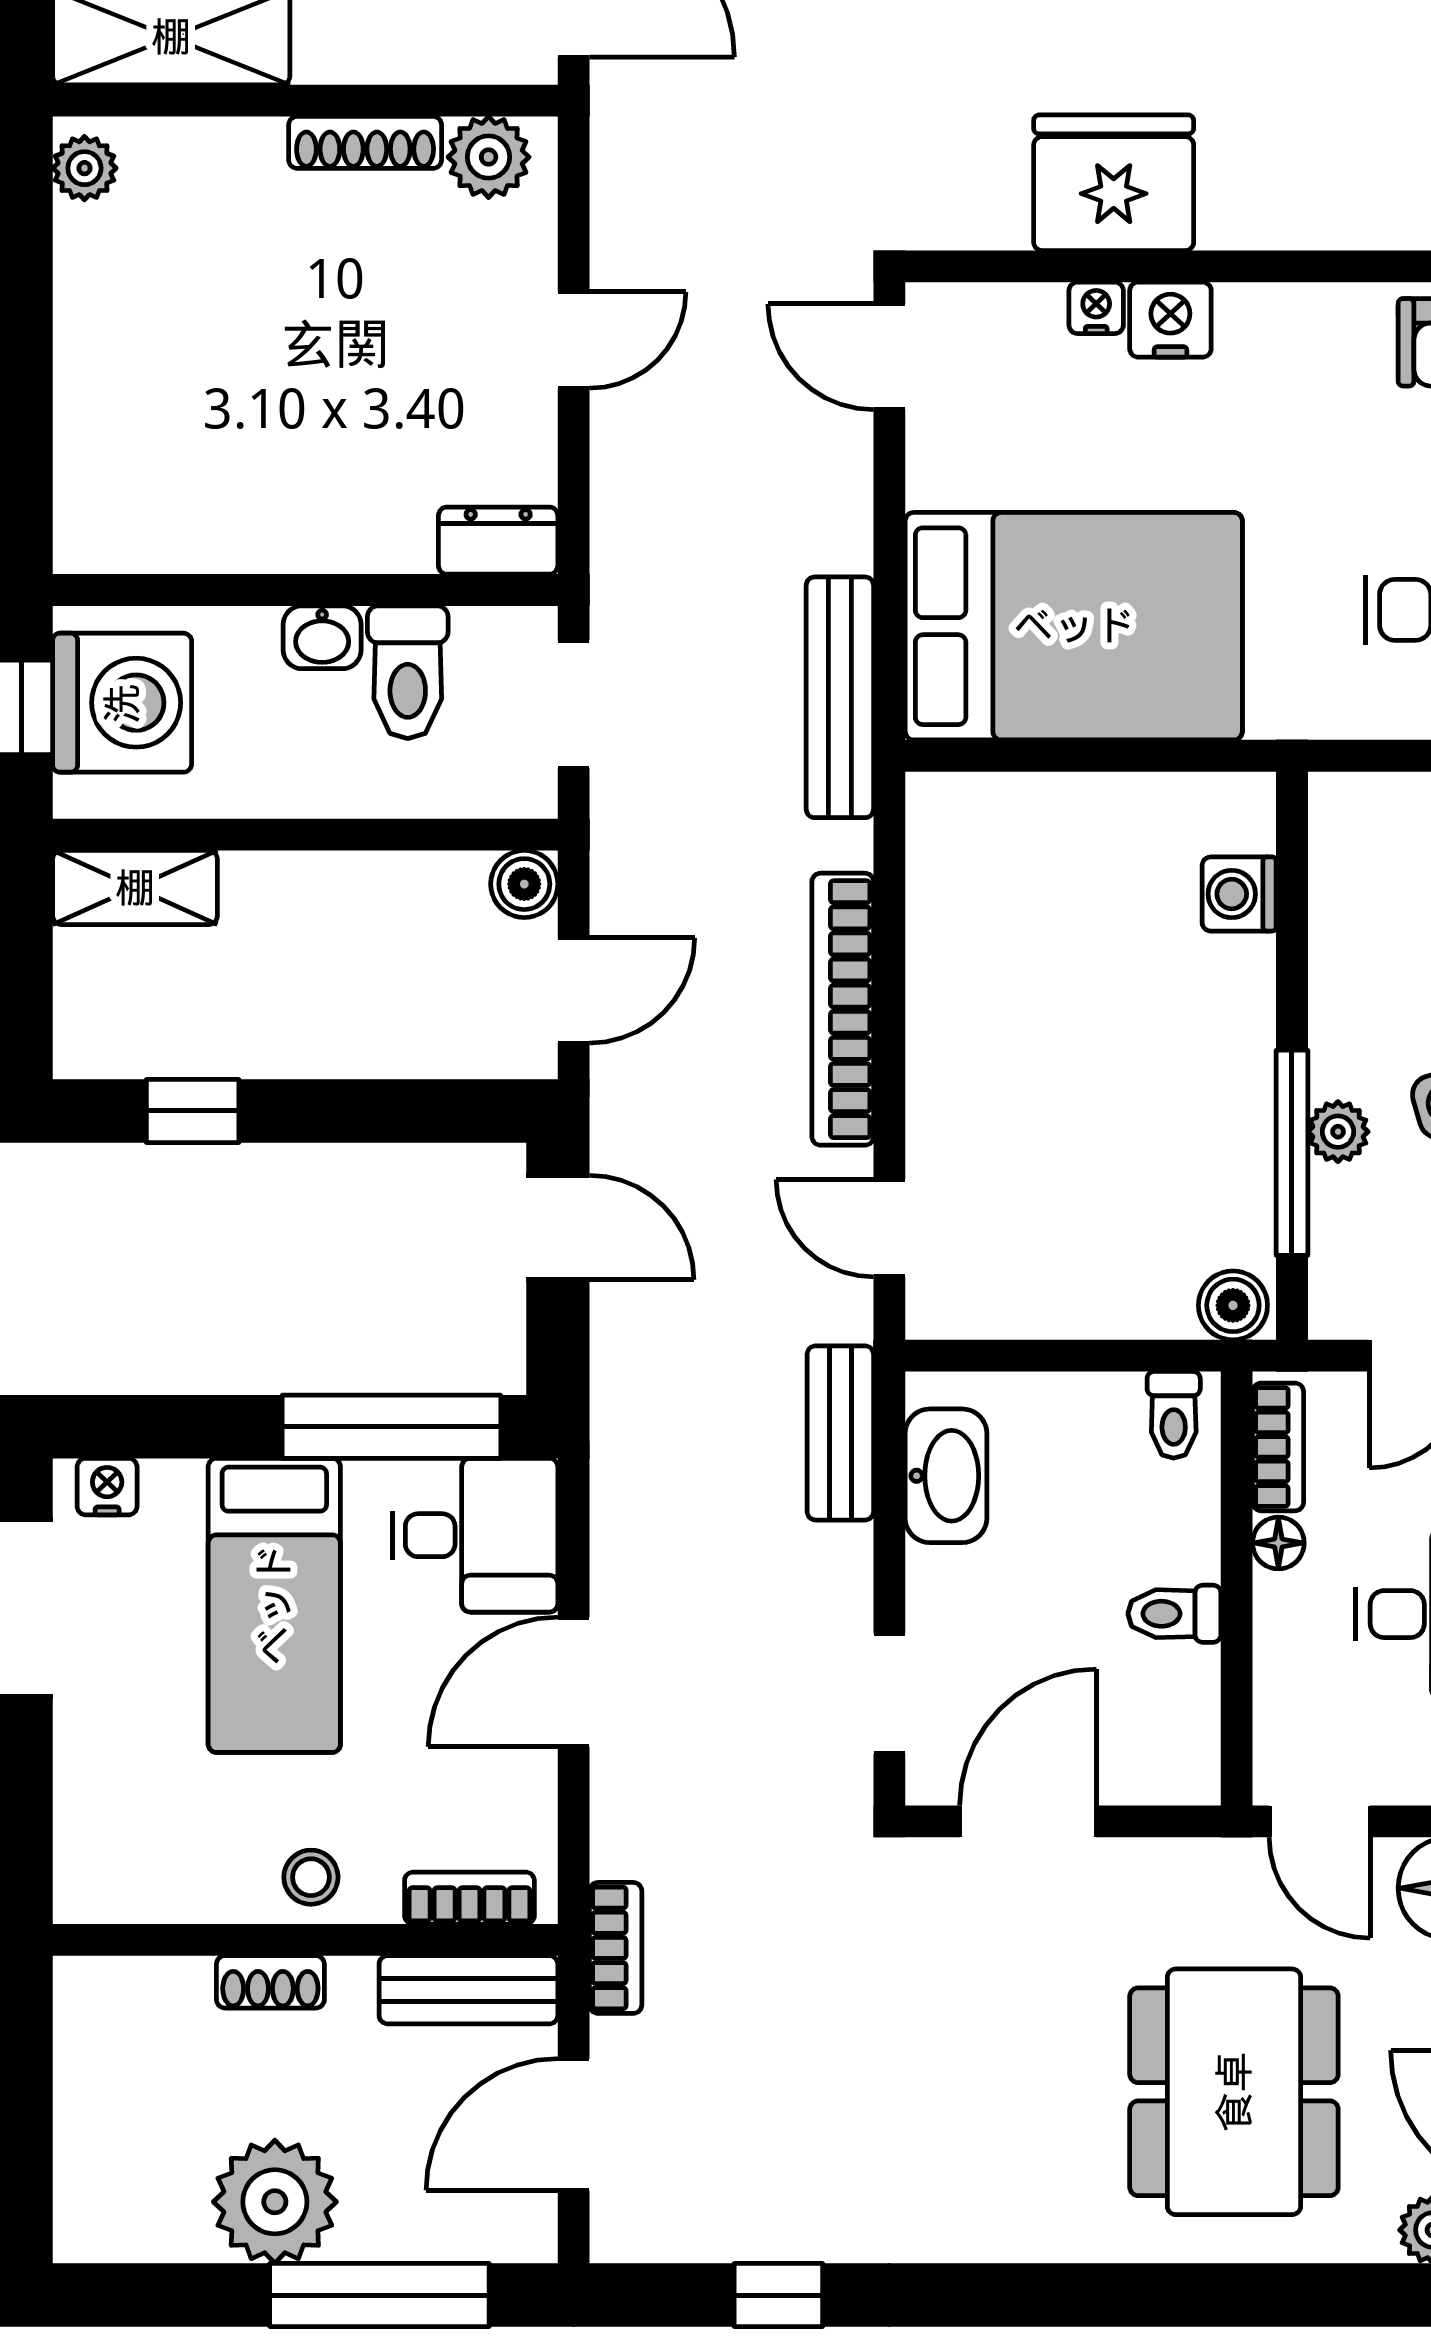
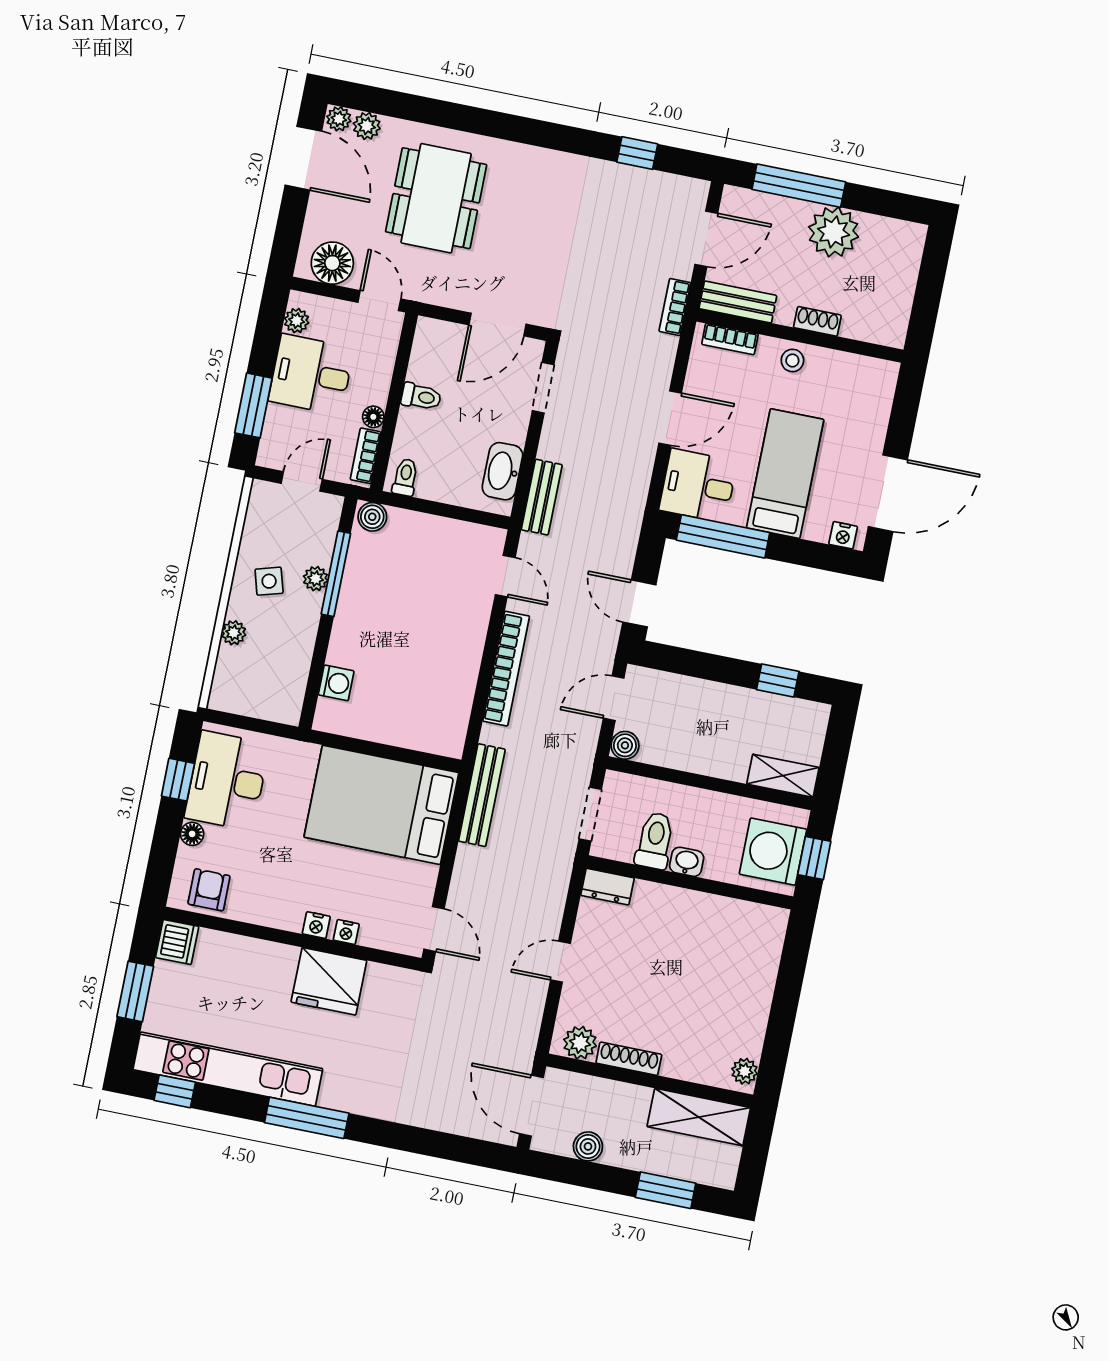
nightstand: (1170, 320) -> (316, 925), width x0.72, depth x0.74

